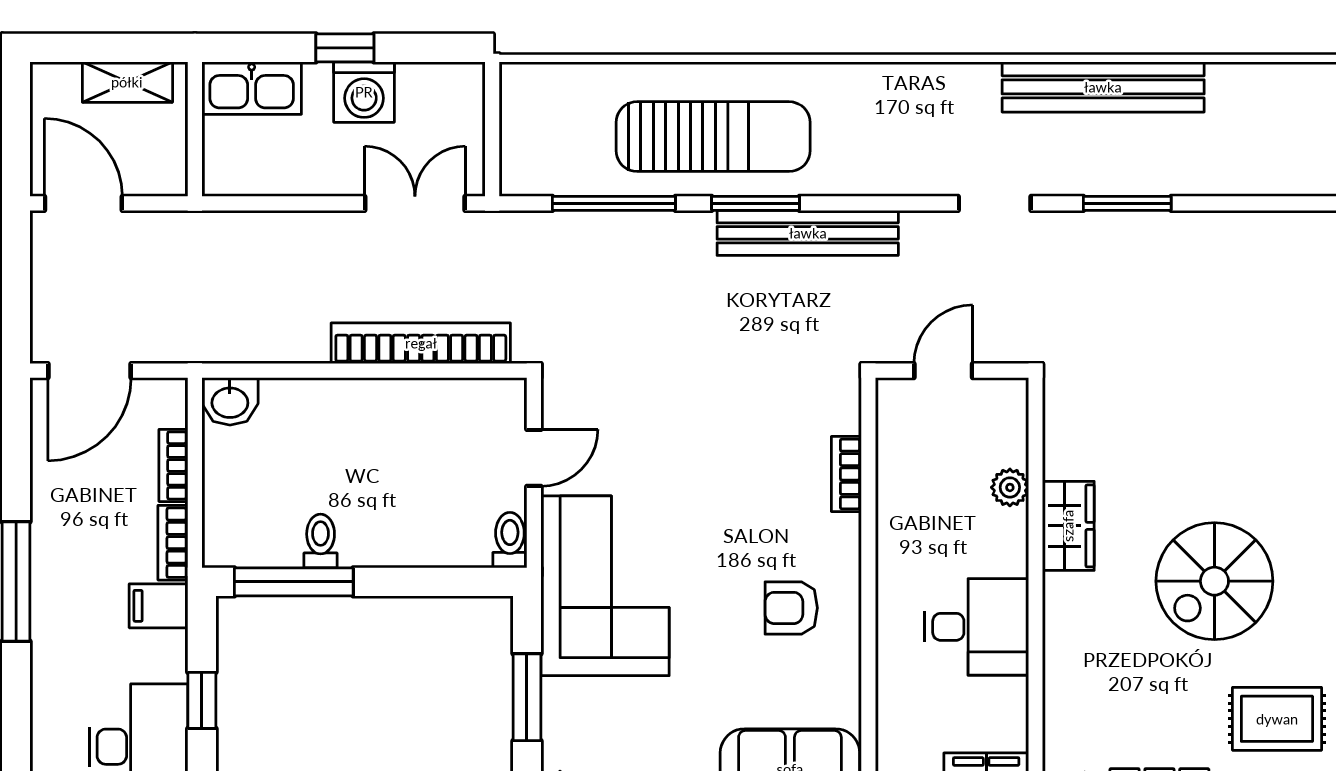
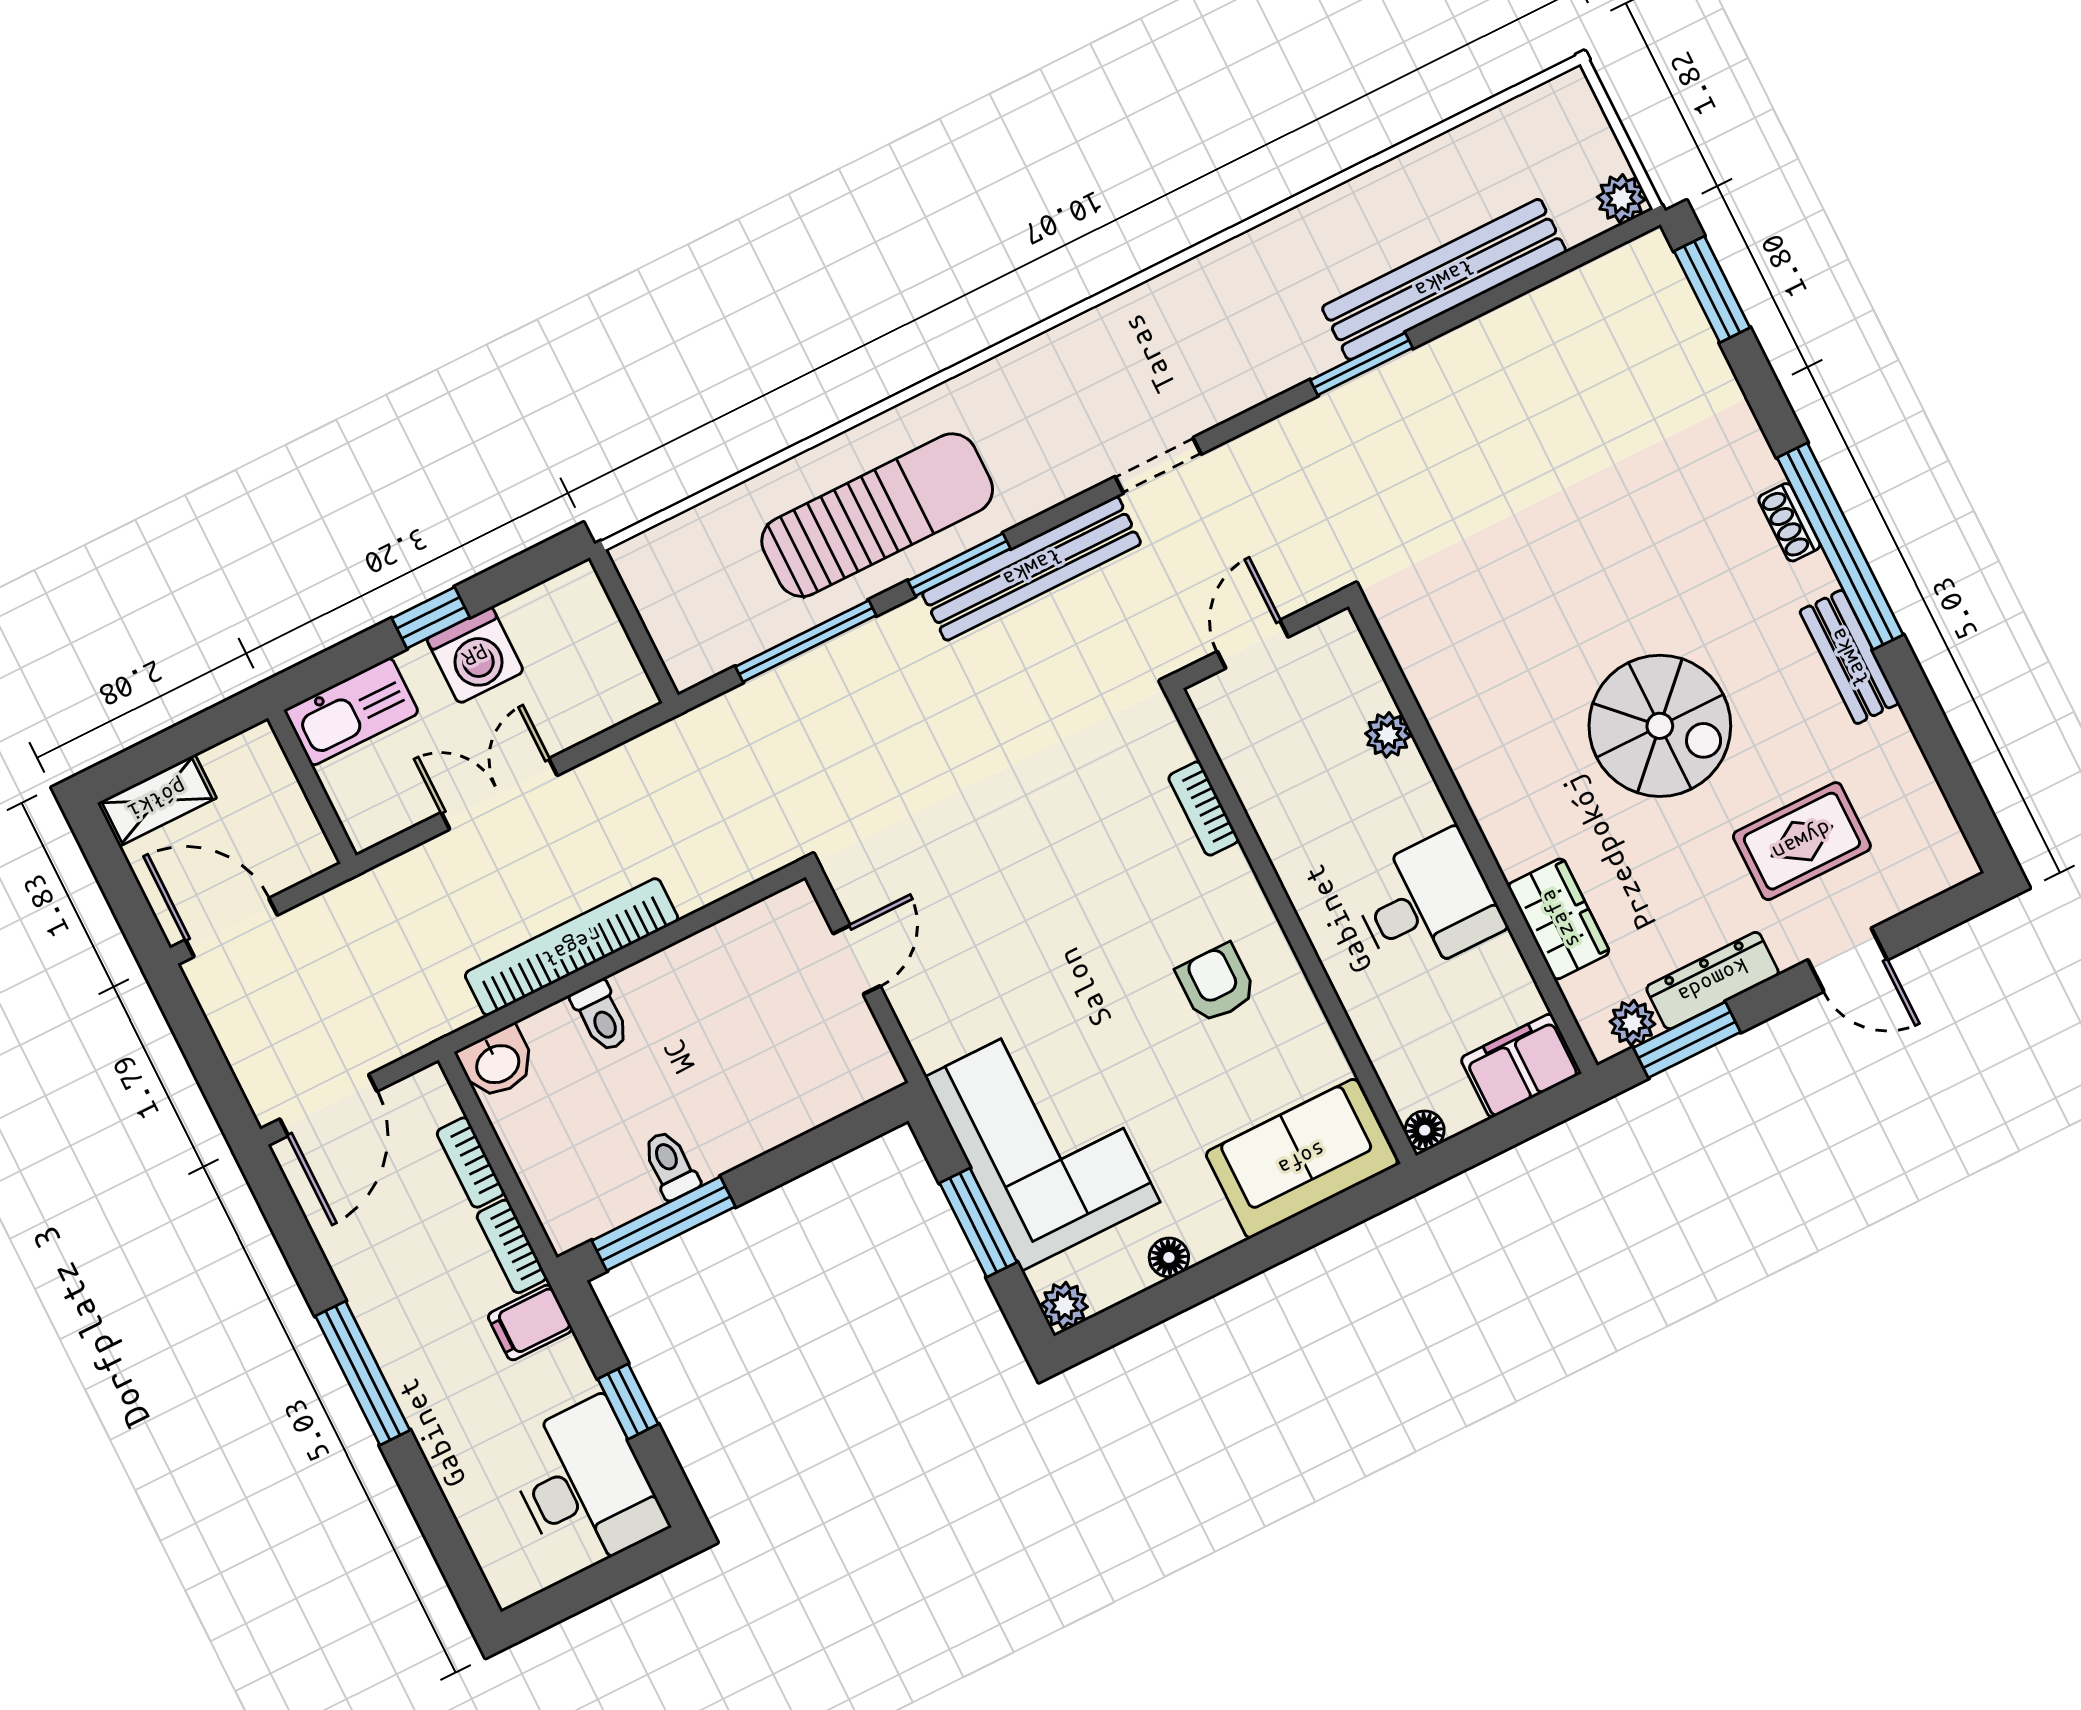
shelving: (127, 82) -> (157, 800), moved
bench: (1103, 87) -> (1444, 279), moved
double door: (415, 203) -> (499, 794), moved
doorway: (995, 203) -> (1158, 465), moved
bookcase: (421, 343) -> (572, 947), moved
wardrobe: (1068, 526) -> (1559, 919), moved
toilet: (510, 540) -> (601, 1016), moved, turned 180
spiral stairs: (1214, 581) -> (1660, 726), turned -90
corner sofa: (605, 586) -> (1042, 1139), moved
armchair: (791, 608) -> (1216, 983), turned 90

